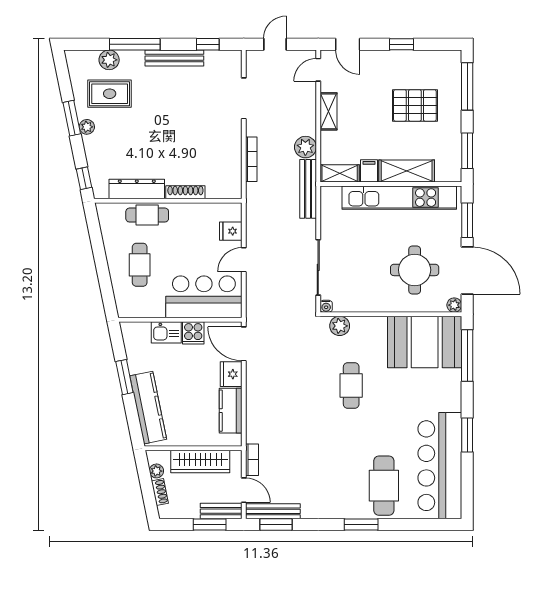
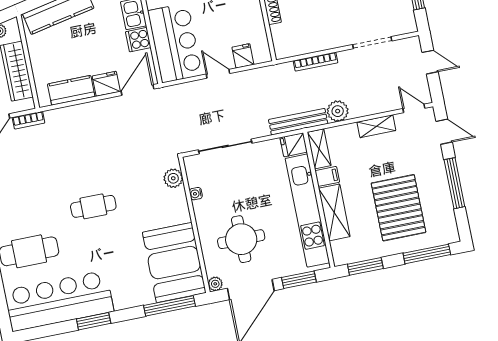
door: (348, 44) -> (444, 132), swing flipped
window: (402, 44) -> (454, 183), width x2.17
pallet: (415, 105) -> (399, 208), width x1.37, depth x1.41
fridge: (330, 198) -> (294, 145), added
water cooler: (326, 306) -> (196, 194), moved
cafe table: (351, 386) -> (93, 206), moved

